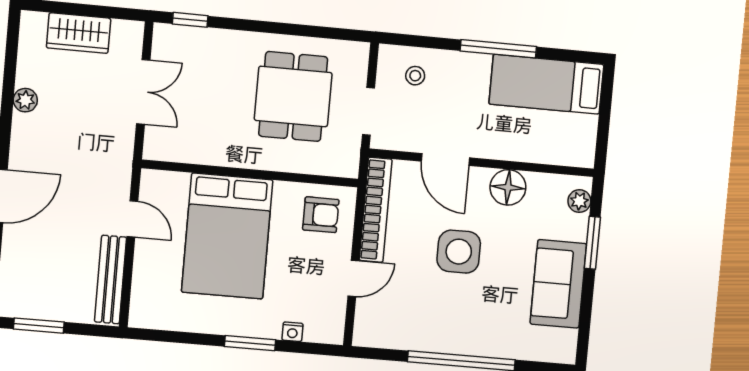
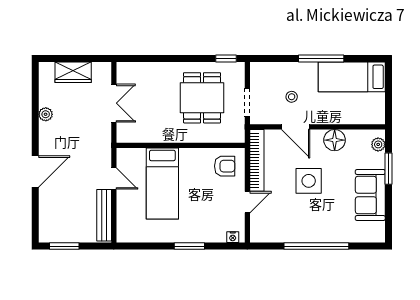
window: (190, 20) -> (226, 58), moved
stool: (415, 76) -> (292, 97), moved
bed: (227, 236) -> (162, 184), width x0.67
nightstand: (292, 332) -> (233, 237), moved

